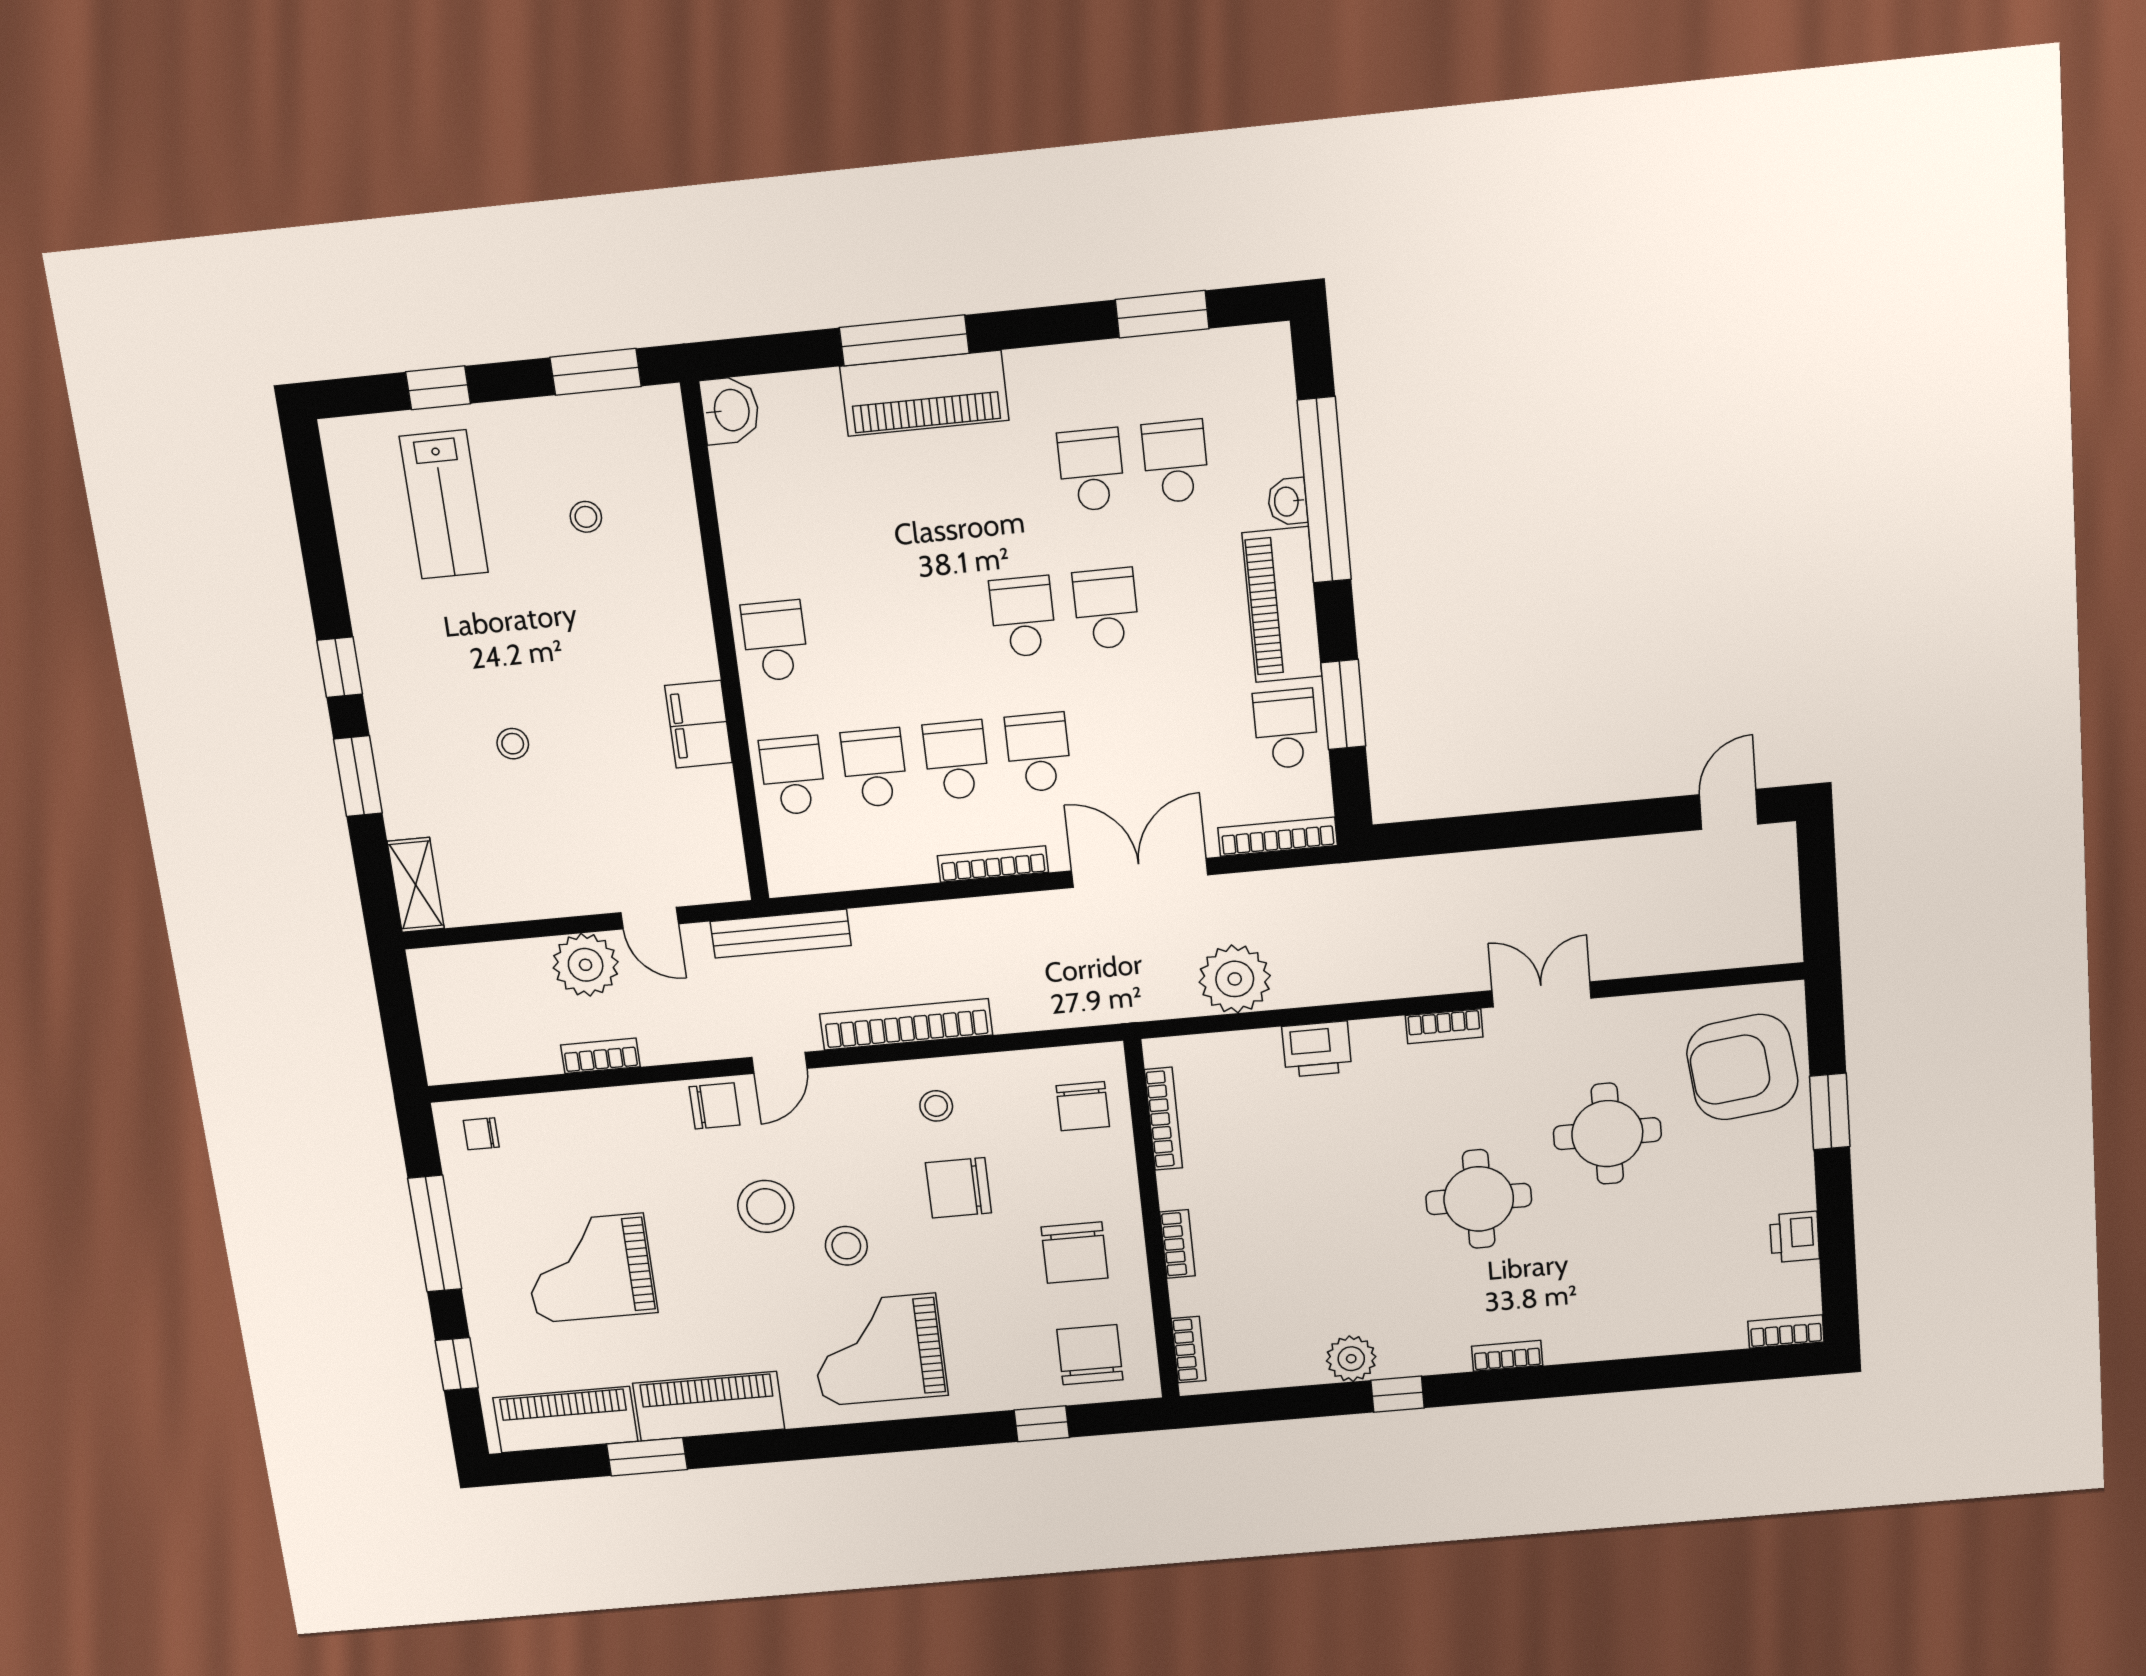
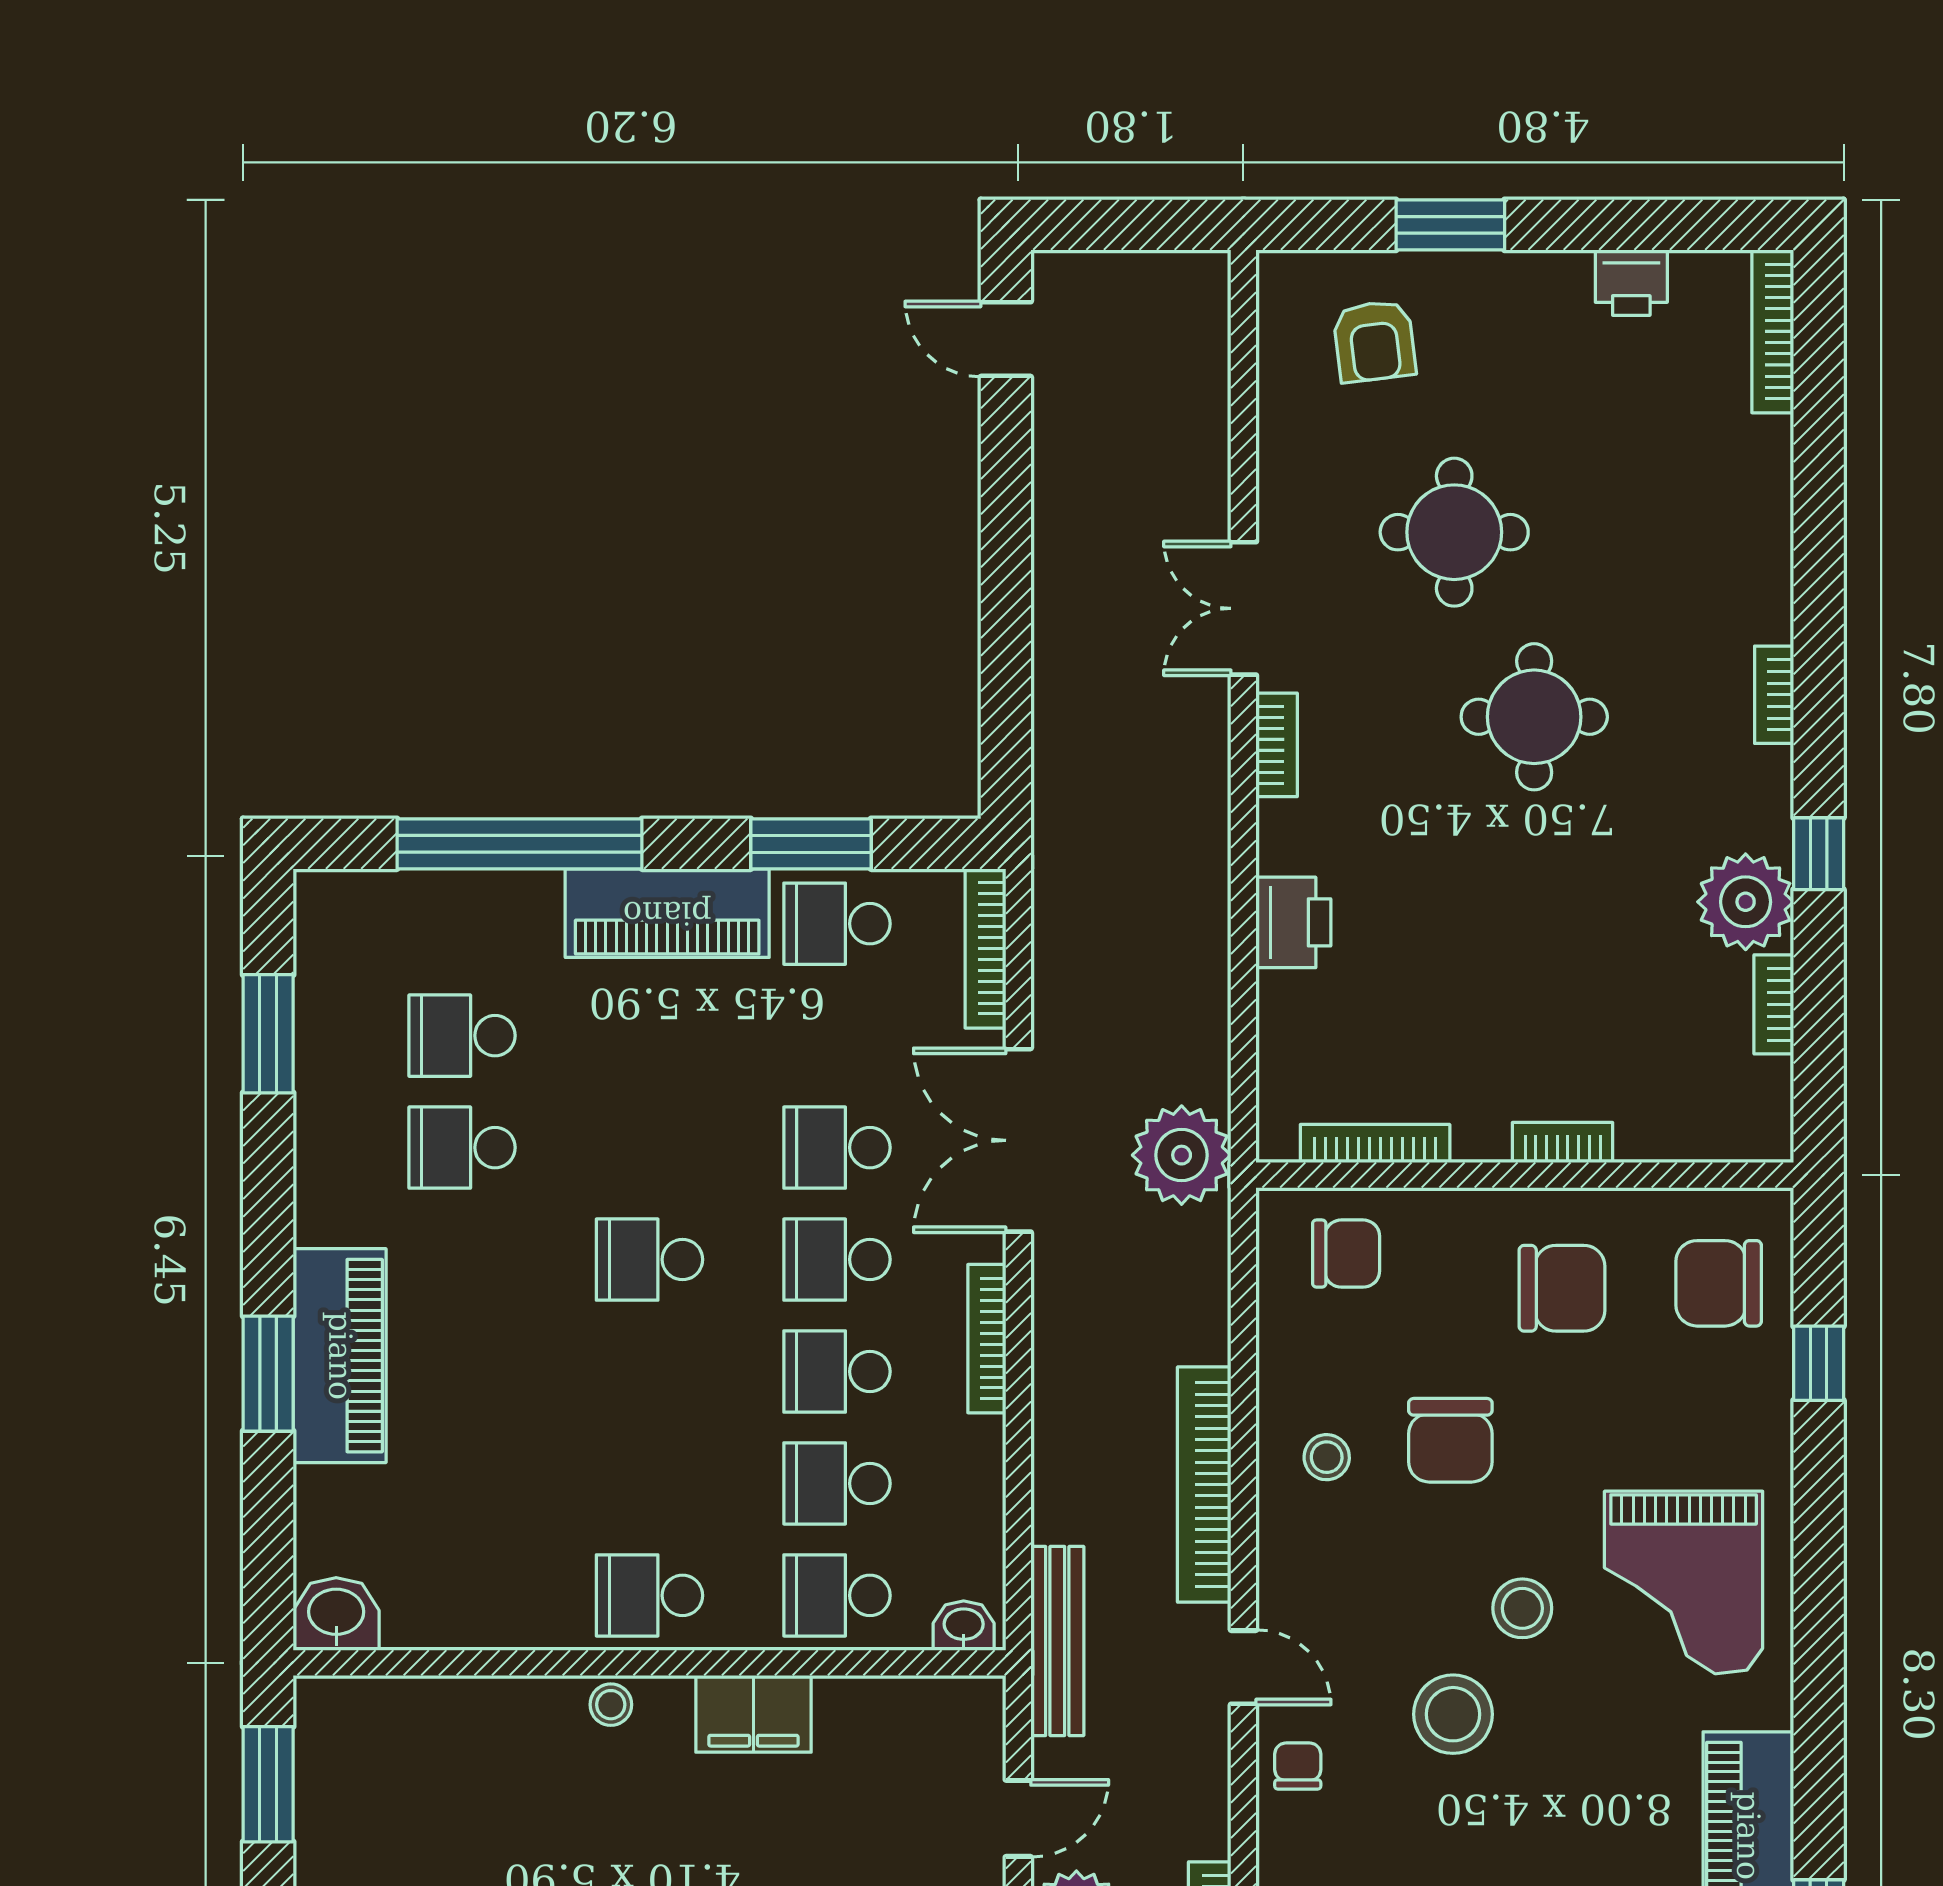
window: (904, 340) -> (268, 1374), width x0.69
washbasin: (1287, 501) -> (964, 1626), moved, turned 180
stool: (586, 517) -> (611, 1705), moved
school desk: (1106, 609) -> (837, 1148), moved
plant: (1235, 979) -> (1182, 1155), moved
armchair: (1742, 1067) -> (1374, 341), width x0.53, depth x0.53
chair: (715, 1106) -> (1298, 1766), width x0.73, depth x0.73
bookcase: (1786, 1332) -> (1773, 331), width x1.56
bookcase: (1189, 1350) -> (1774, 1004), moved, turned -90
plant: (1351, 1359) -> (1746, 902), width x1.36, depth x1.36

